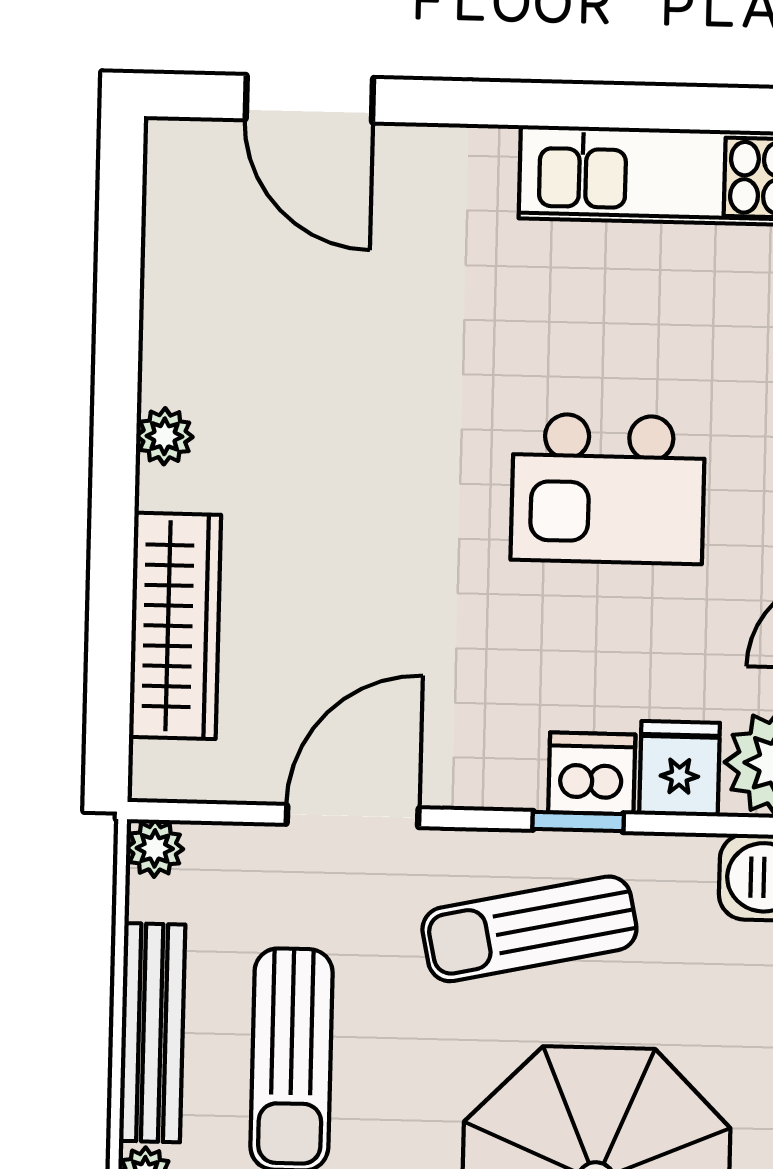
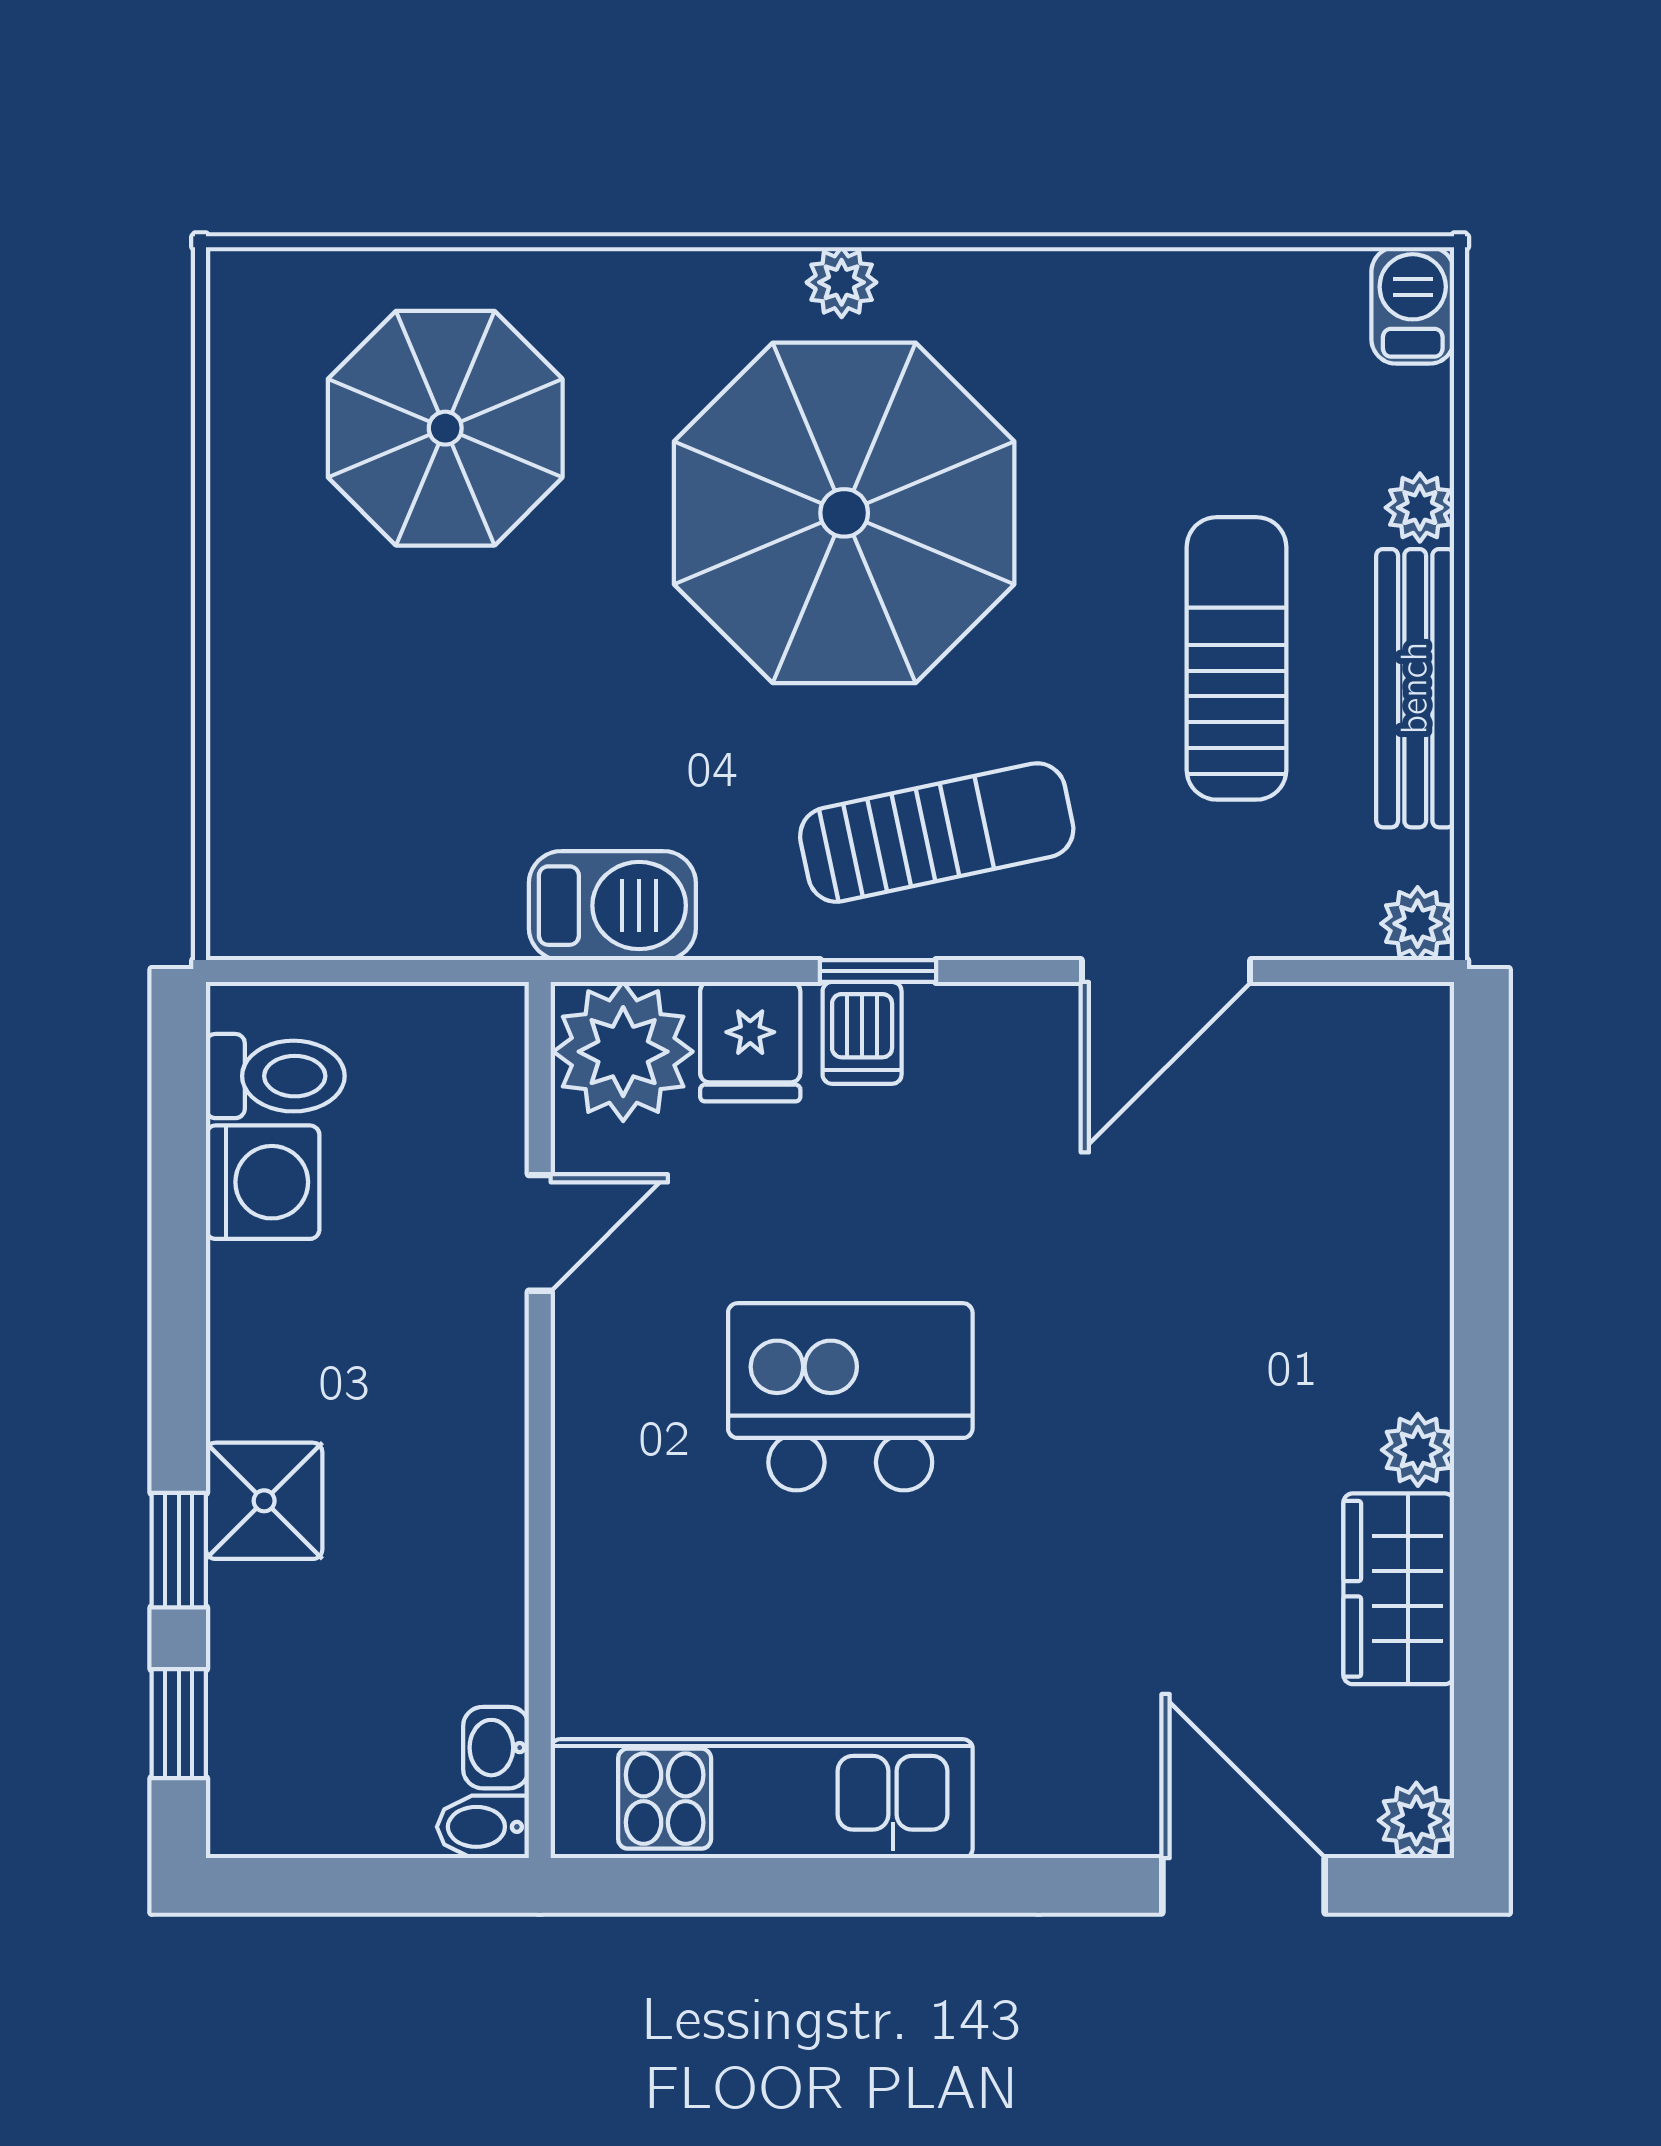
plant: (173, 146) -> (1416, 1820), added
wardrobe: (175, 626) -> (1399, 1589), moved, width x0.67
dishwasher: (592, 773) -> (862, 1033), width x0.73

